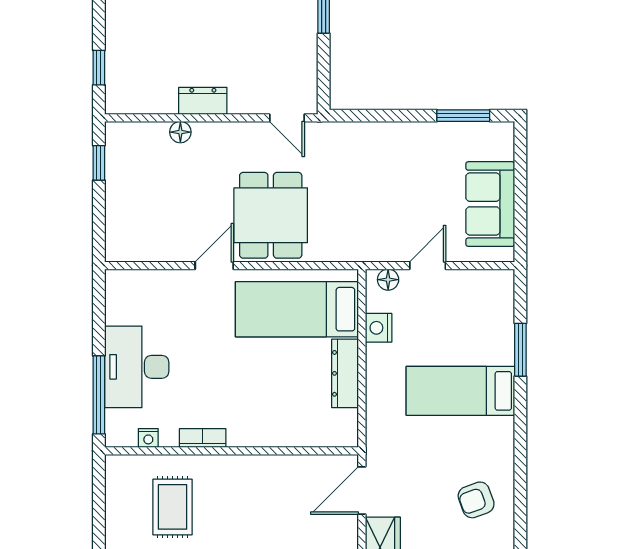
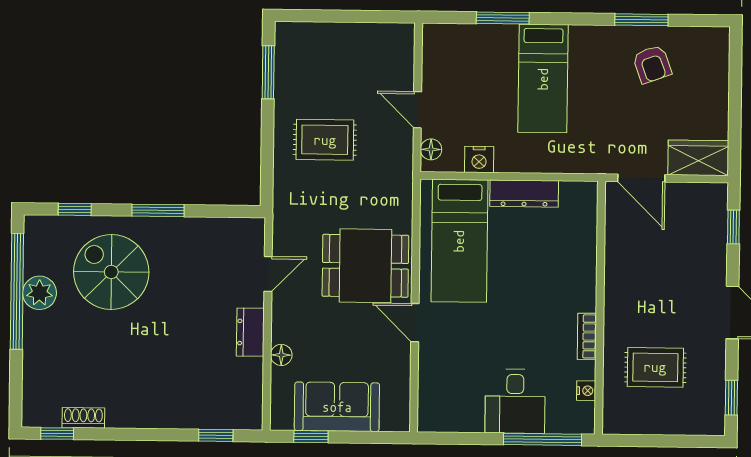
door: (287, 118) -> (268, 274), moved
rug: (396, 173) -> (325, 140), added
sofa: (490, 204) -> (337, 407), moved, turned 180
desk: (137, 367) -> (515, 401), width x0.73
window: (520, 489) -> (641, 20), added

